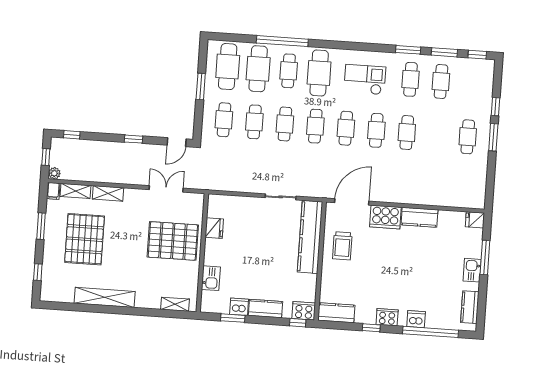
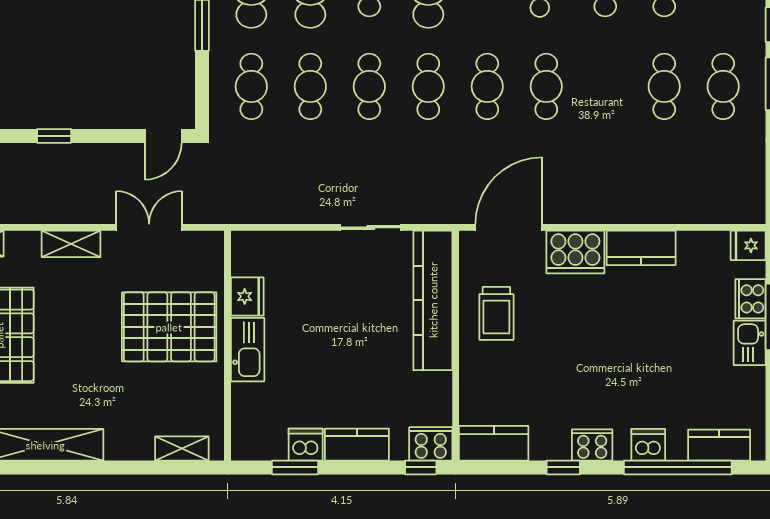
cafe table: (407, 133) -> (664, 86), moved
window: (133, 139) -> (54, 136), moved
shelving: (108, 193) -> (71, 244), moved
cooker: (474, 247) -> (751, 299), added
kitchen sink: (211, 278) -> (248, 350), moved, width x1.38
kitchen counter: (470, 307) -> (719, 445), moved, turned 90

